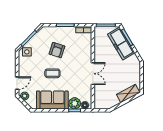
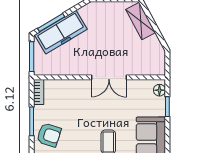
armchair: (57, 50) -> (49, 135), moved
double door: (93, 74) -> (109, 77), swing flipped
plant: (75, 103) -> (156, 107), removed

